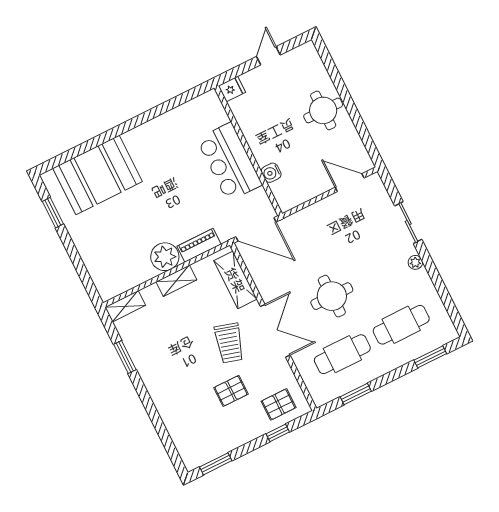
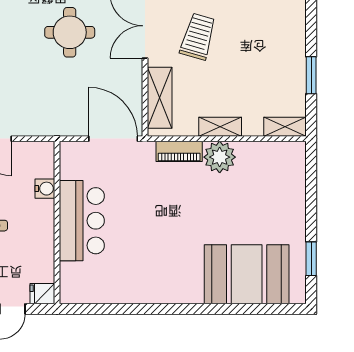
fridge: (232, 89) -> (42, 294), moved
wall: (248, 151) -> (57, 223), moved
bar counter: (229, 162) -> (82, 221), moved
water cooler: (271, 173) -> (45, 189), moved

